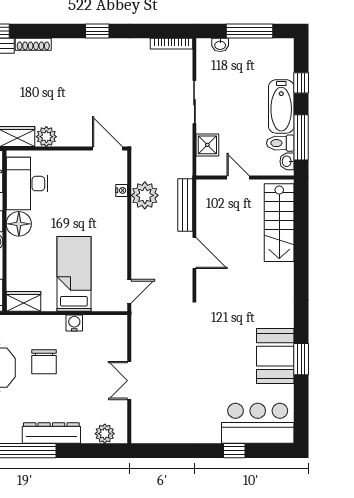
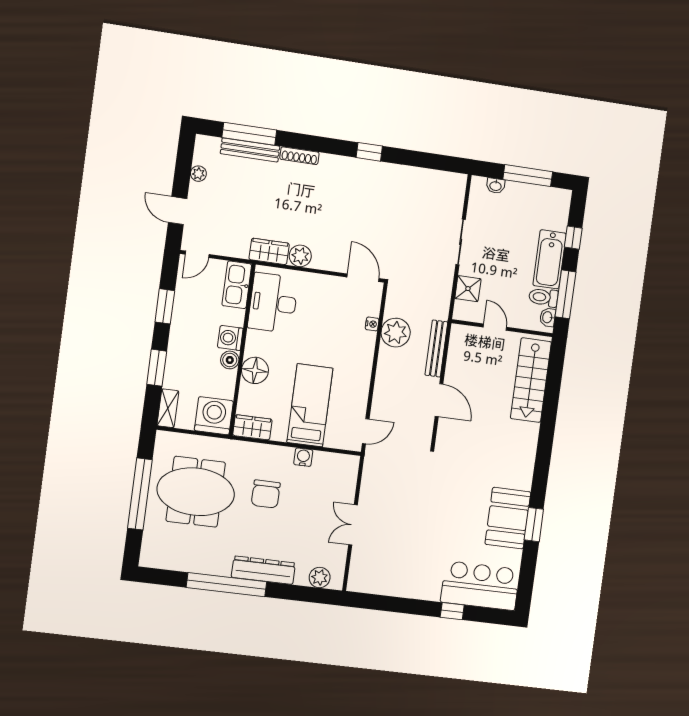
bookcase: (172, 44) -> (445, 177), removed
floor lamp: (19, 224) -> (255, 370), moved

